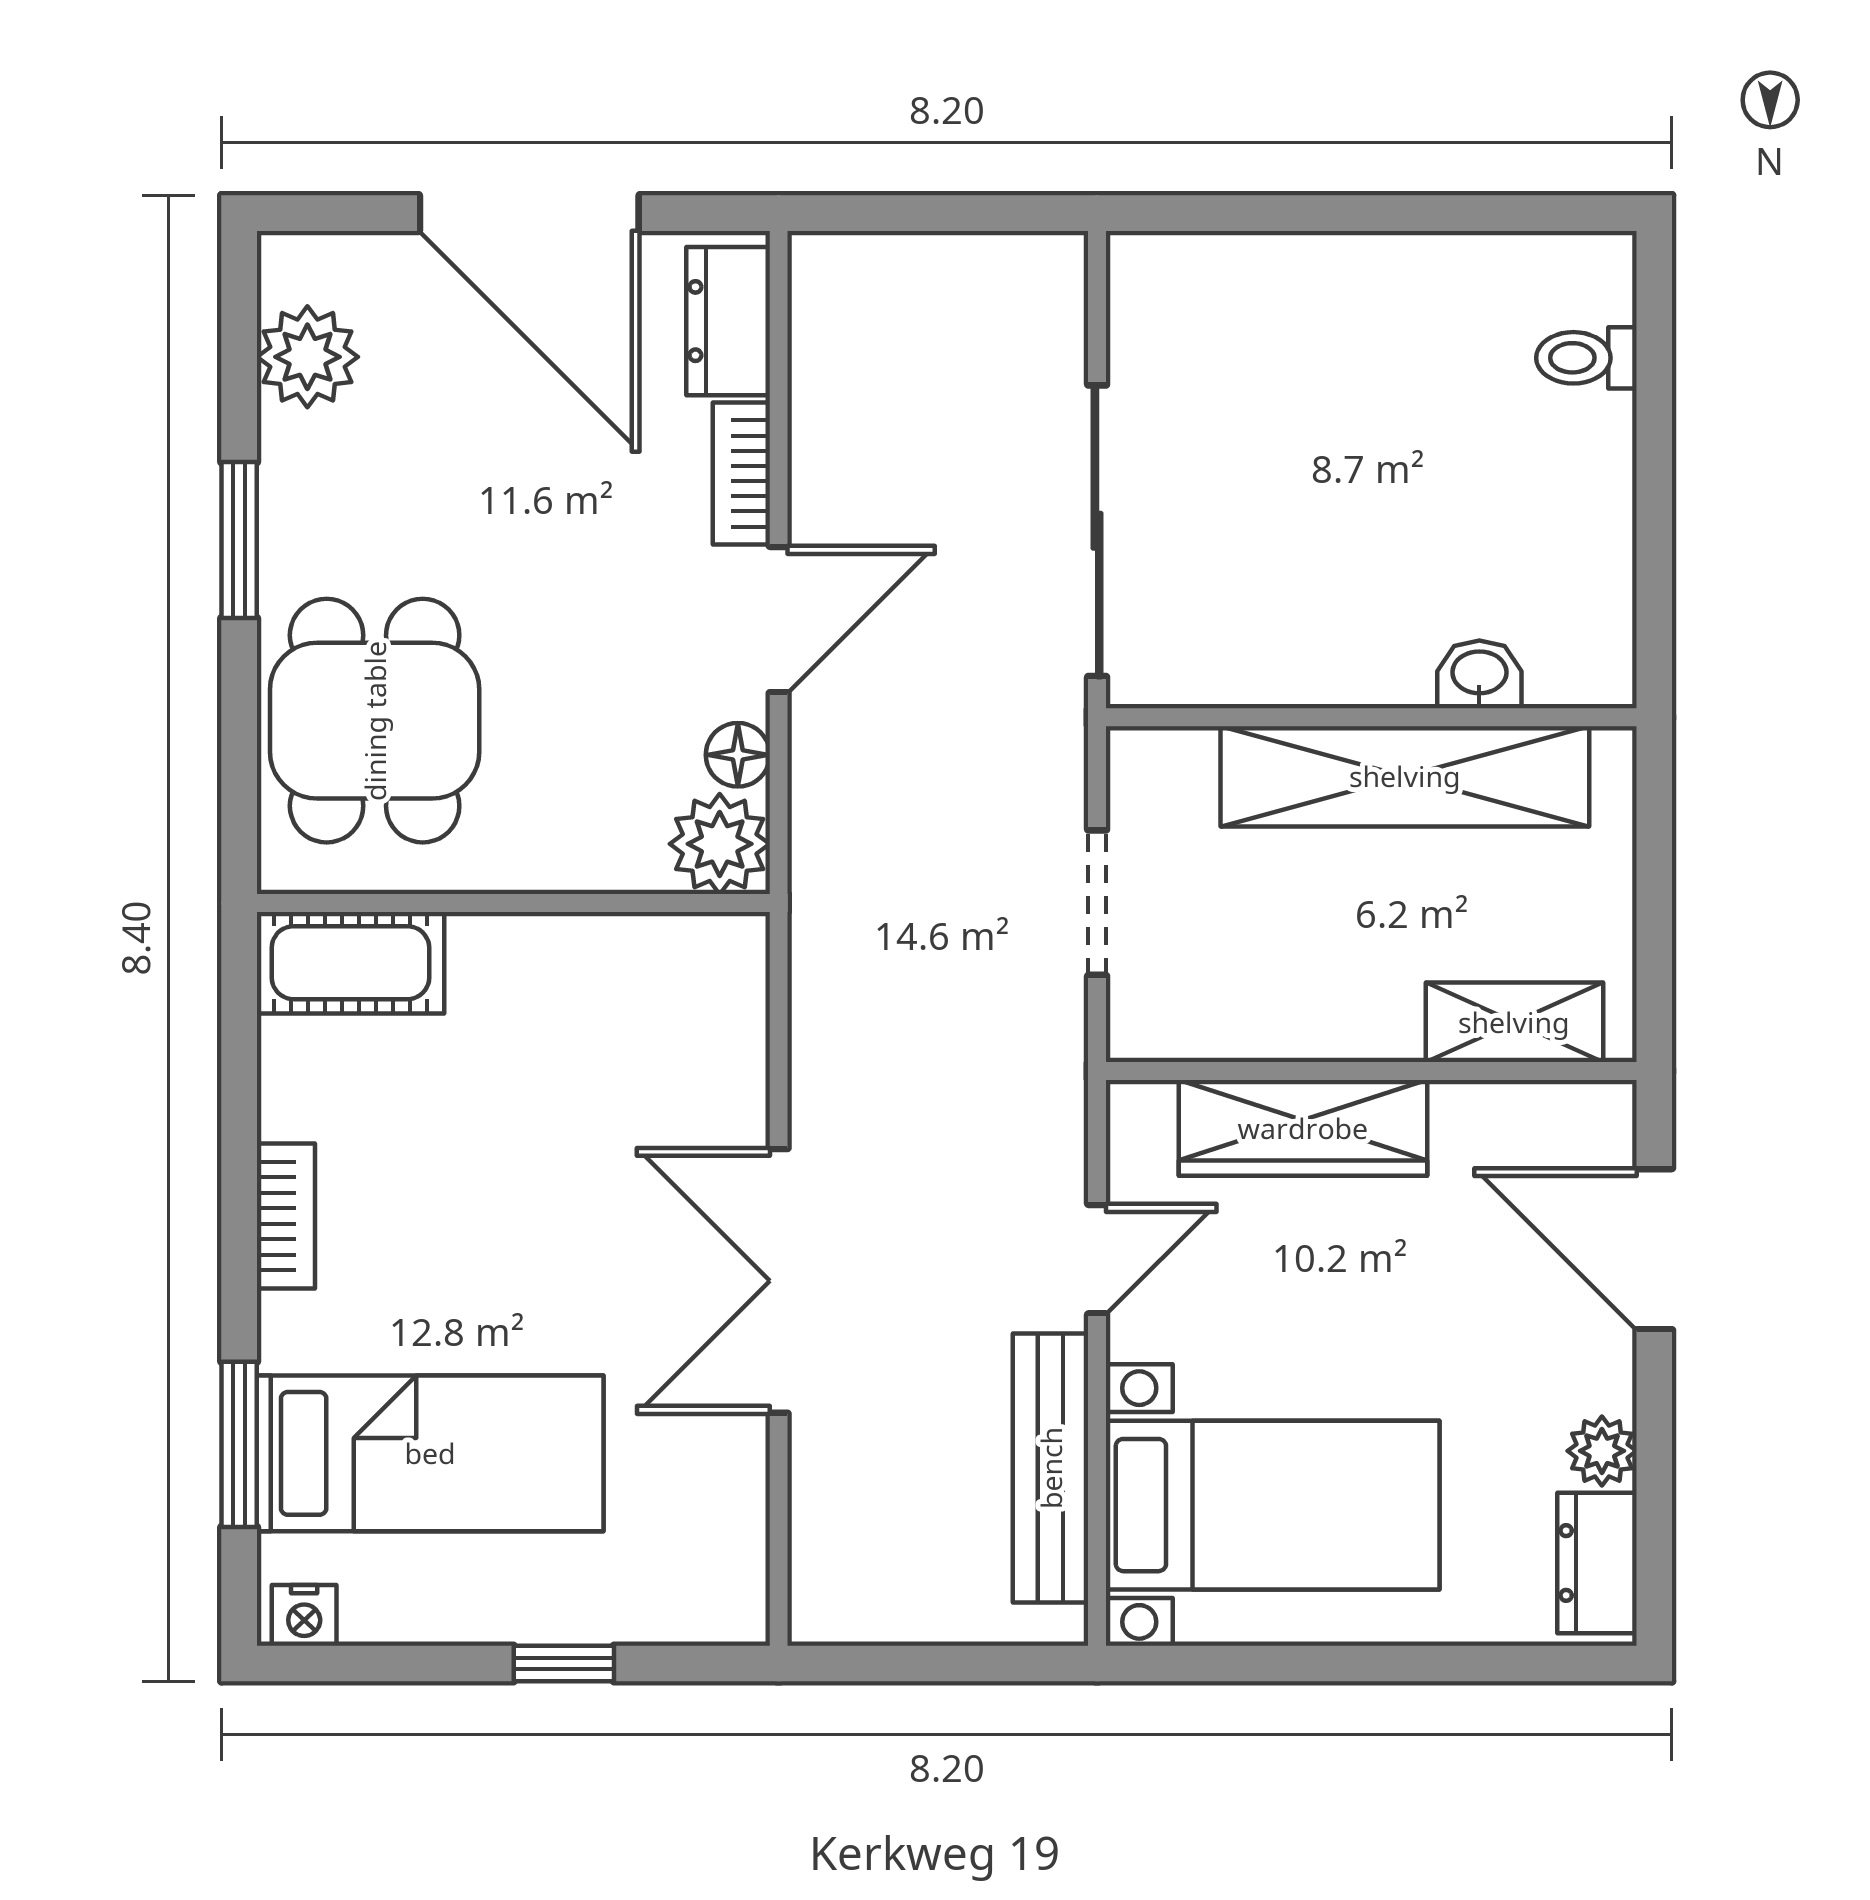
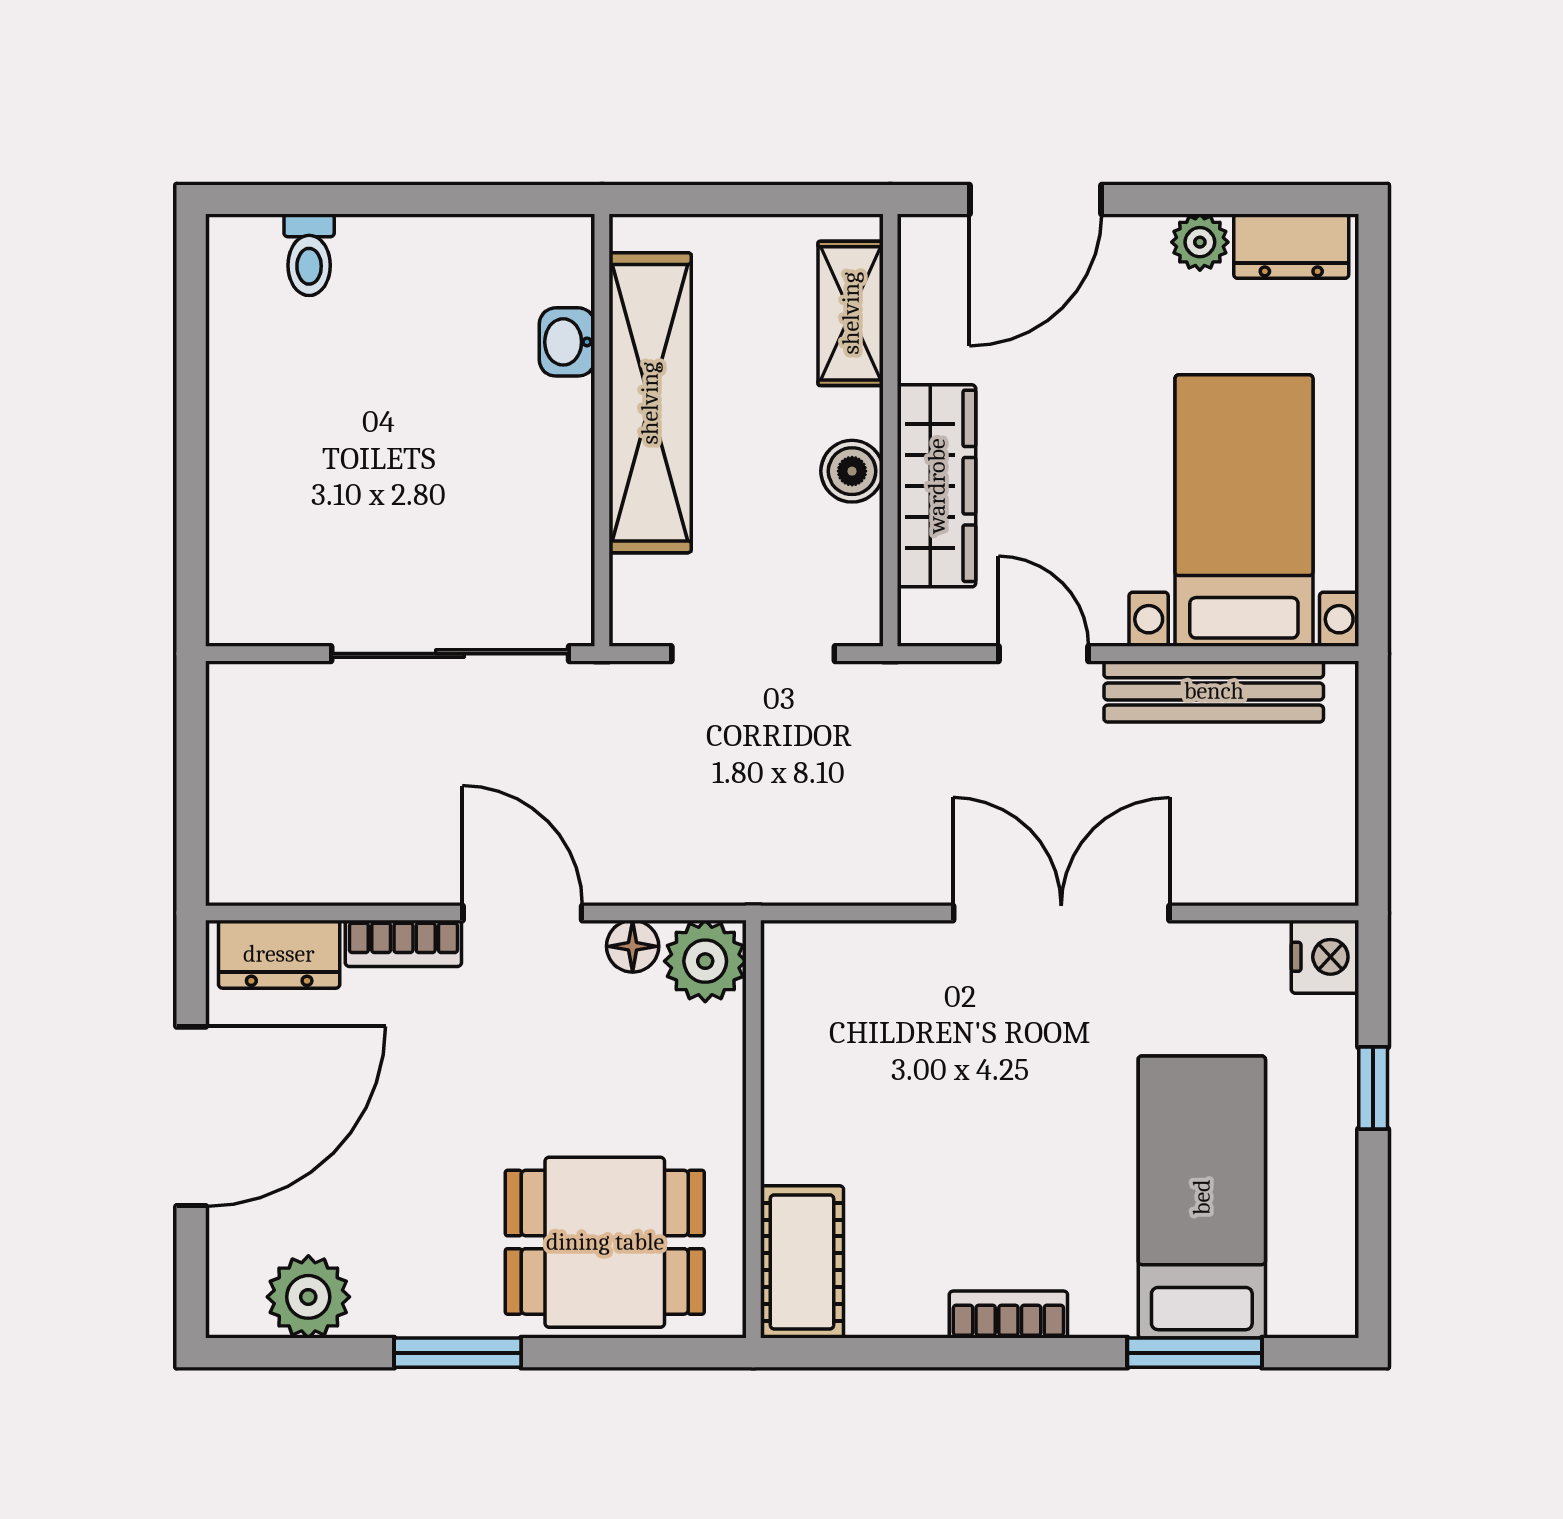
doorway: (1097, 903) -> (753, 654), width x1.38
boiler: (1321, 1024) -> (852, 471), added
double door: (779, 1281) -> (1061, 913), swing flipped
nightstand: (304, 1615) -> (1325, 957), moved, width x1.39, depth x1.35

